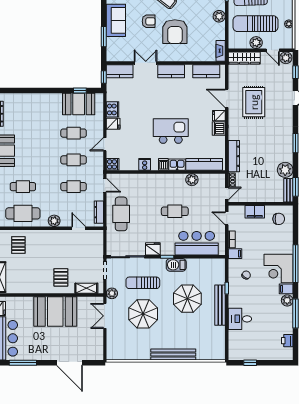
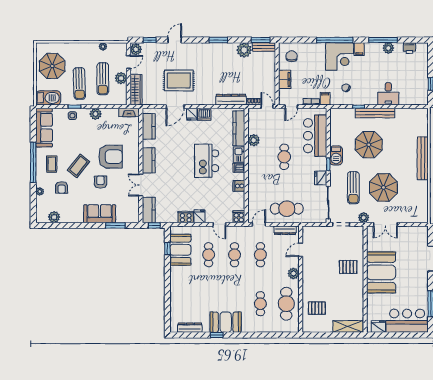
sun lounger: (255, 24) -> (103, 79), width x0.73, depth x0.75
shelving: (86, 288) -> (359, 242), removed
plant: (287, 300) -> (388, 48), moved

